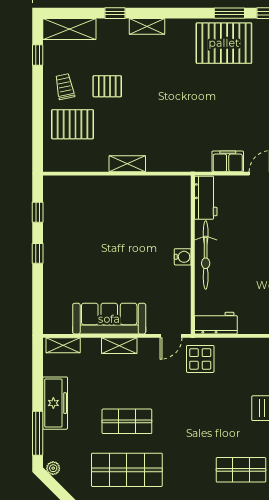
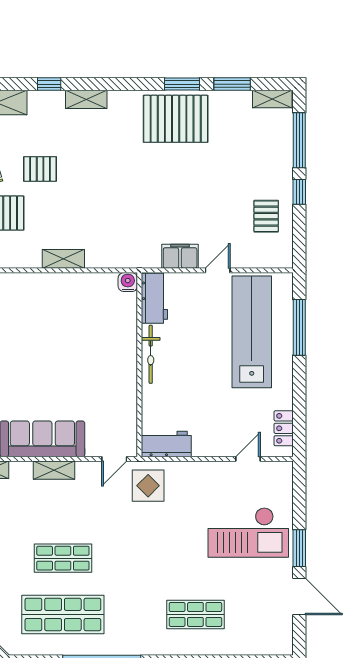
bicycle: (206, 255) -> (151, 354), width x0.73, depth x0.71
water cooler: (183, 257) -> (128, 282), moved, turned -90

